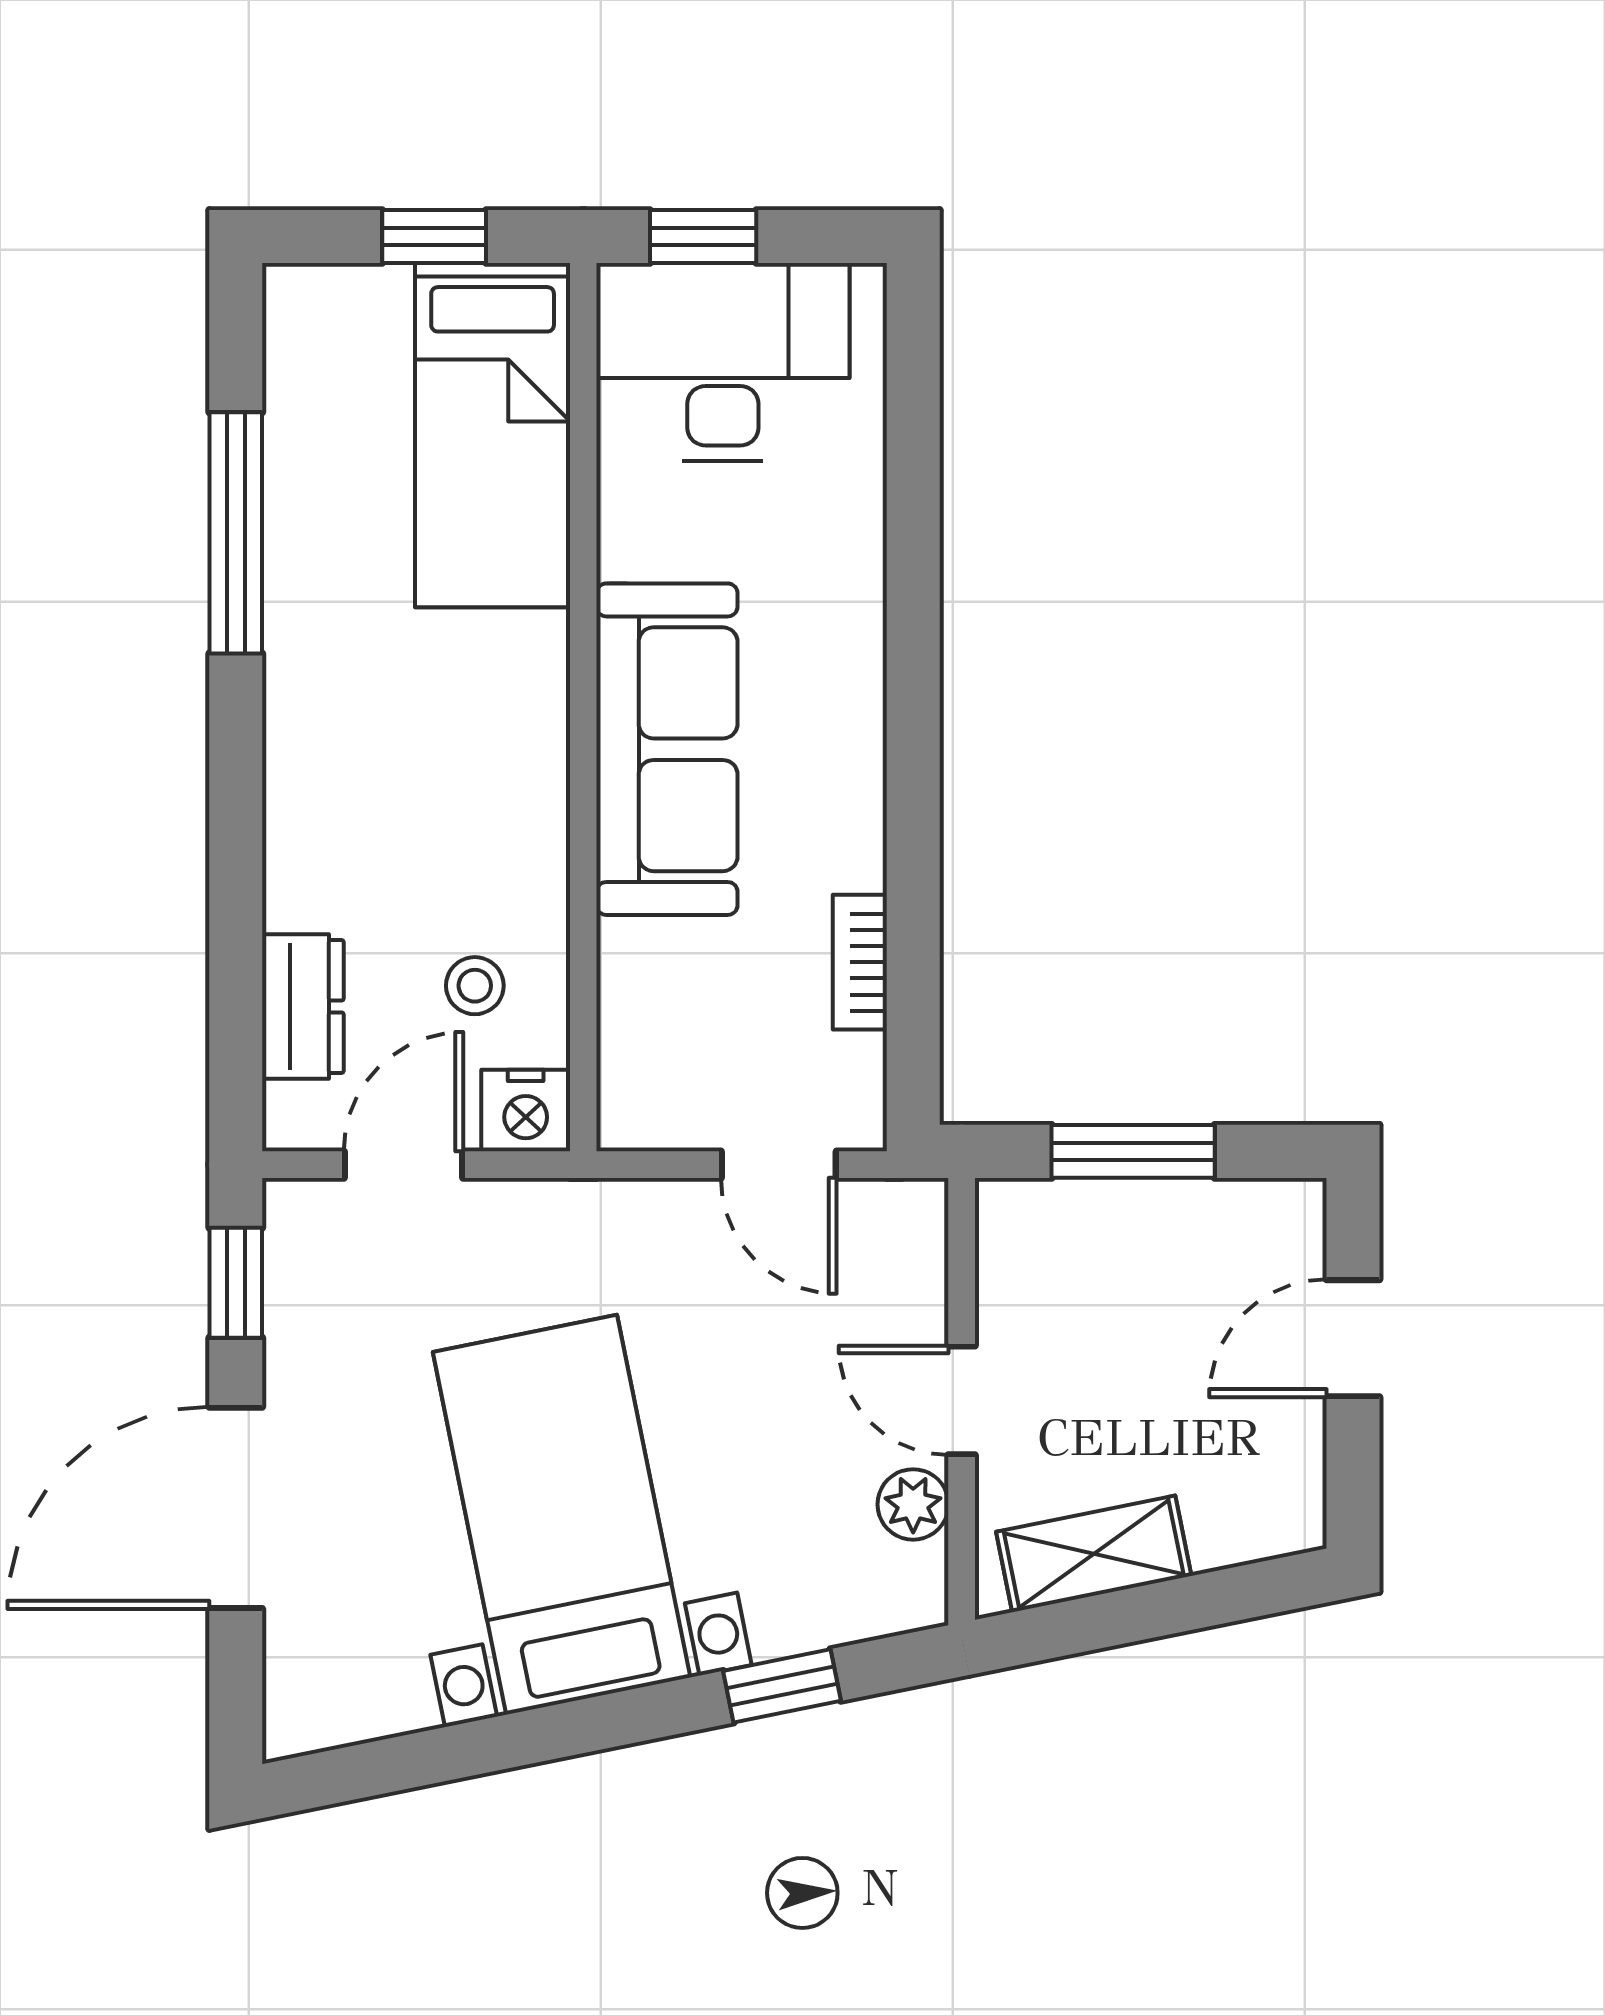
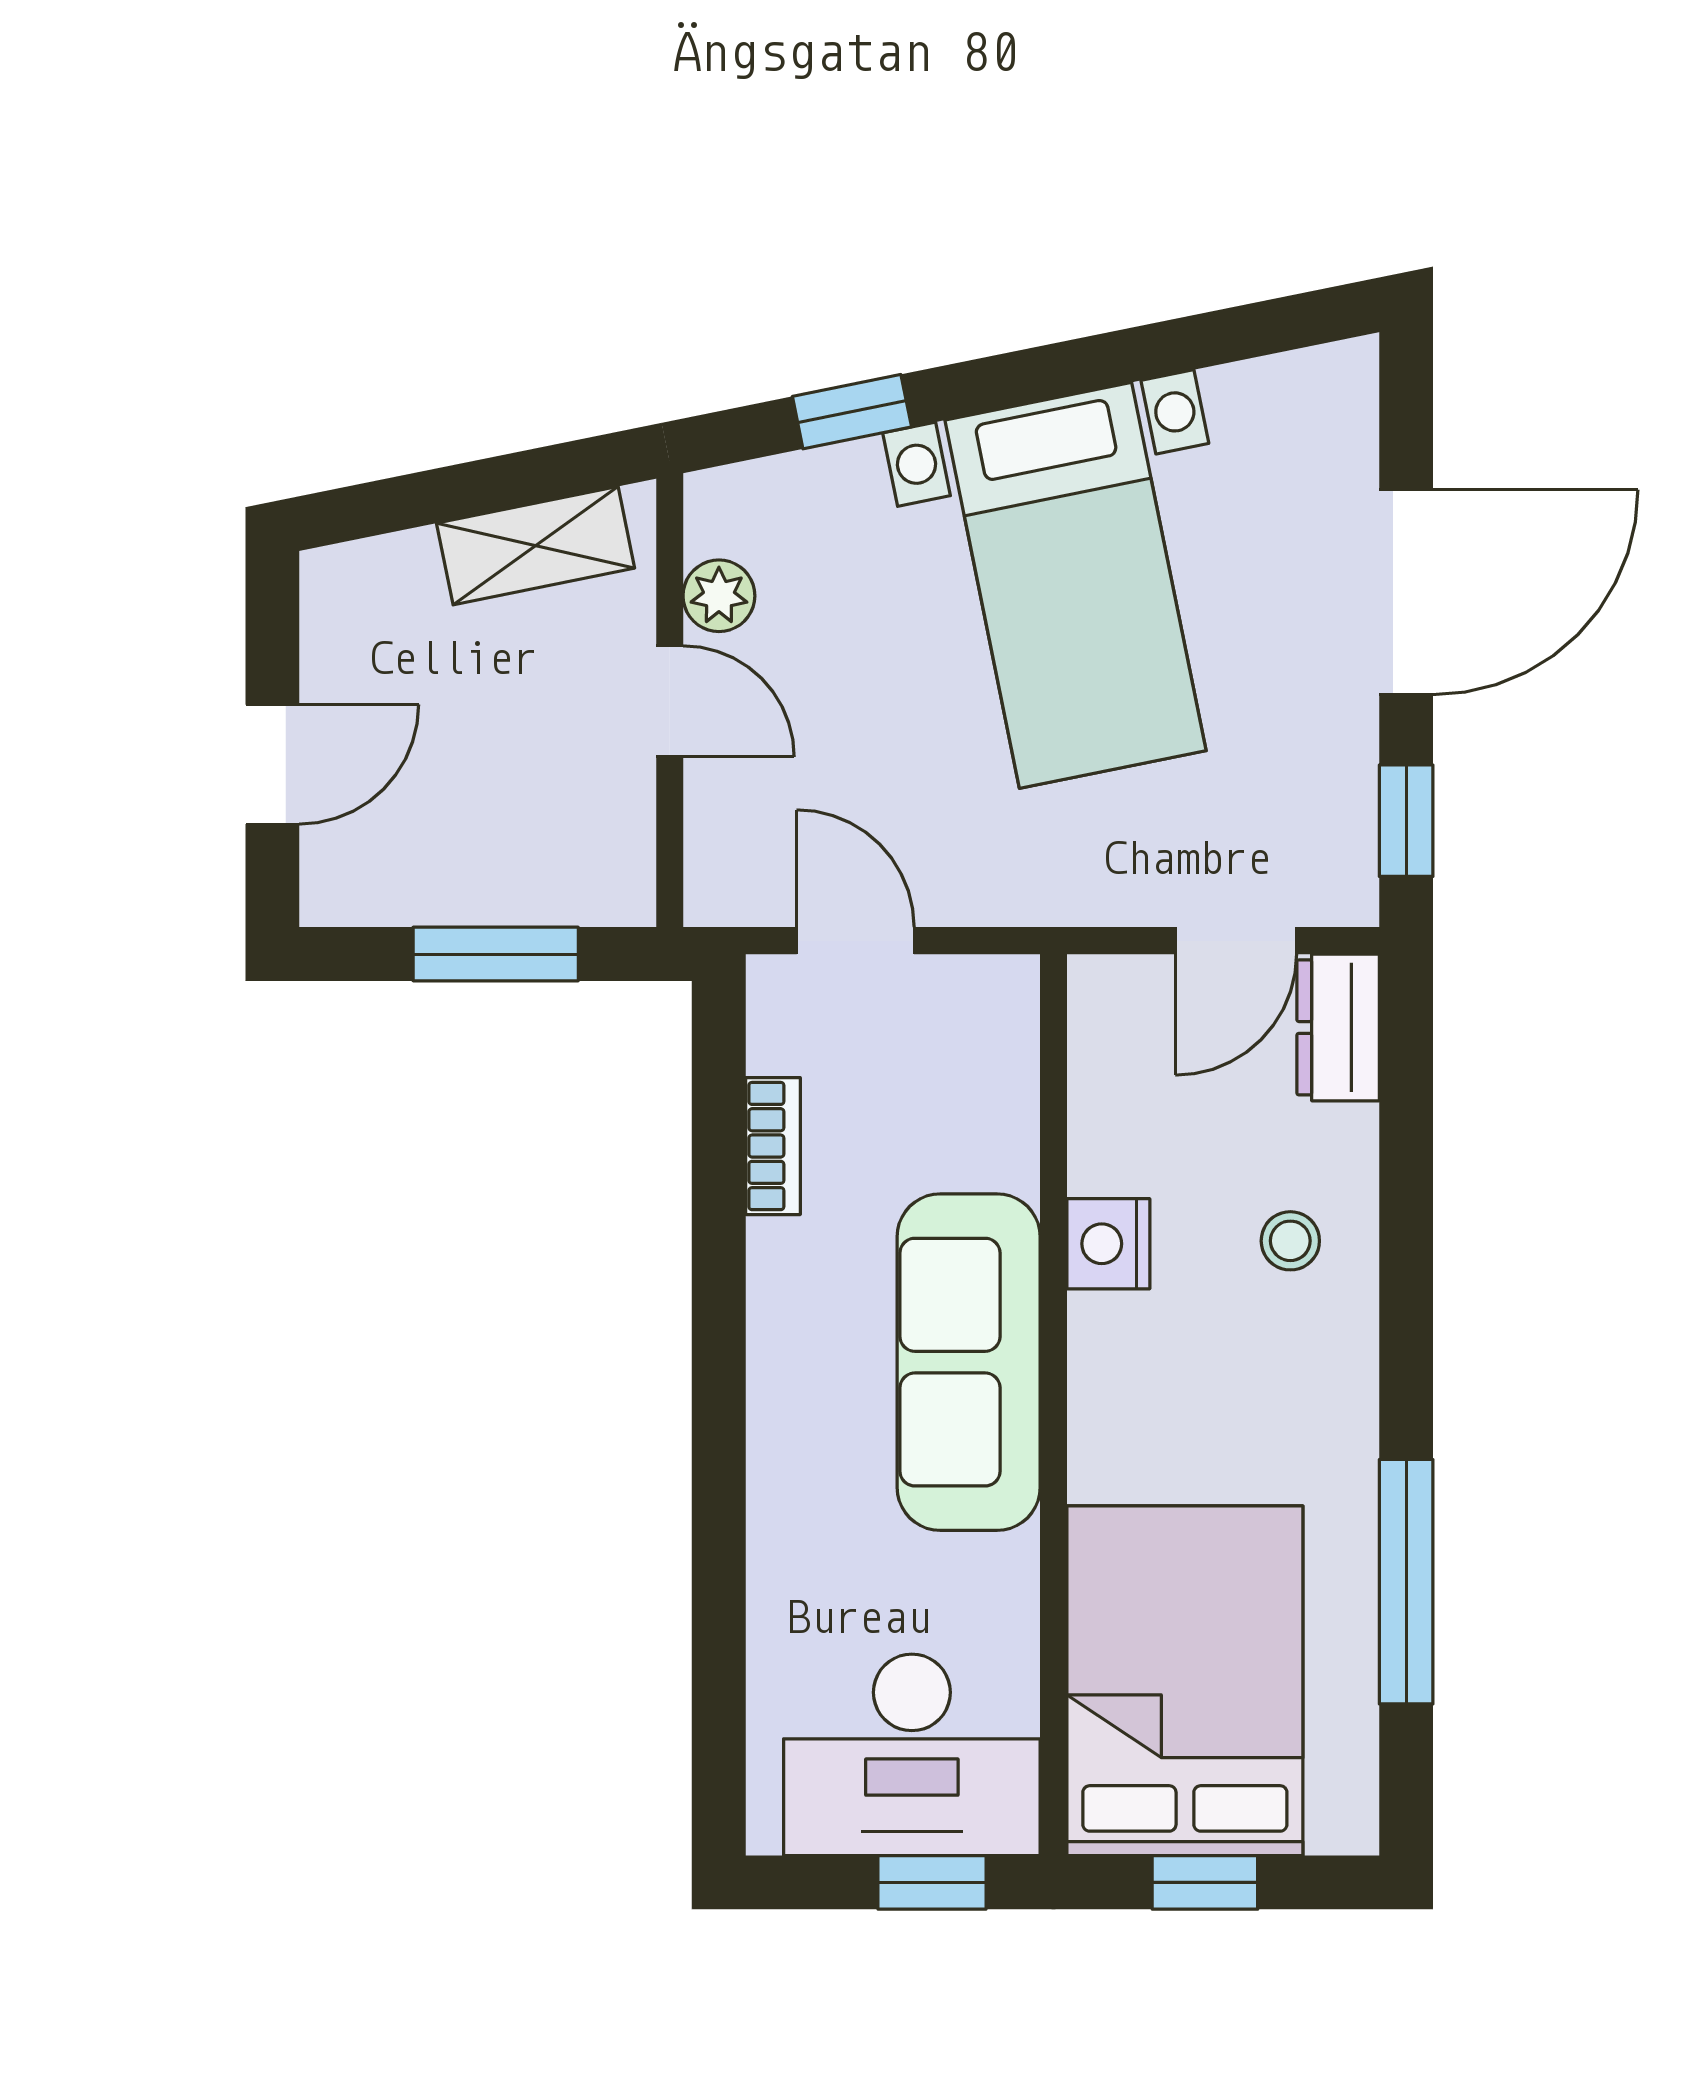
bed: (493, 435) -> (1185, 1681), width x1.50
stool: (475, 986) -> (1290, 1241), moved
dresser: (303, 1007) -> (1338, 1027), moved
nightstand: (526, 1111) -> (1108, 1244), moved, turned -90

